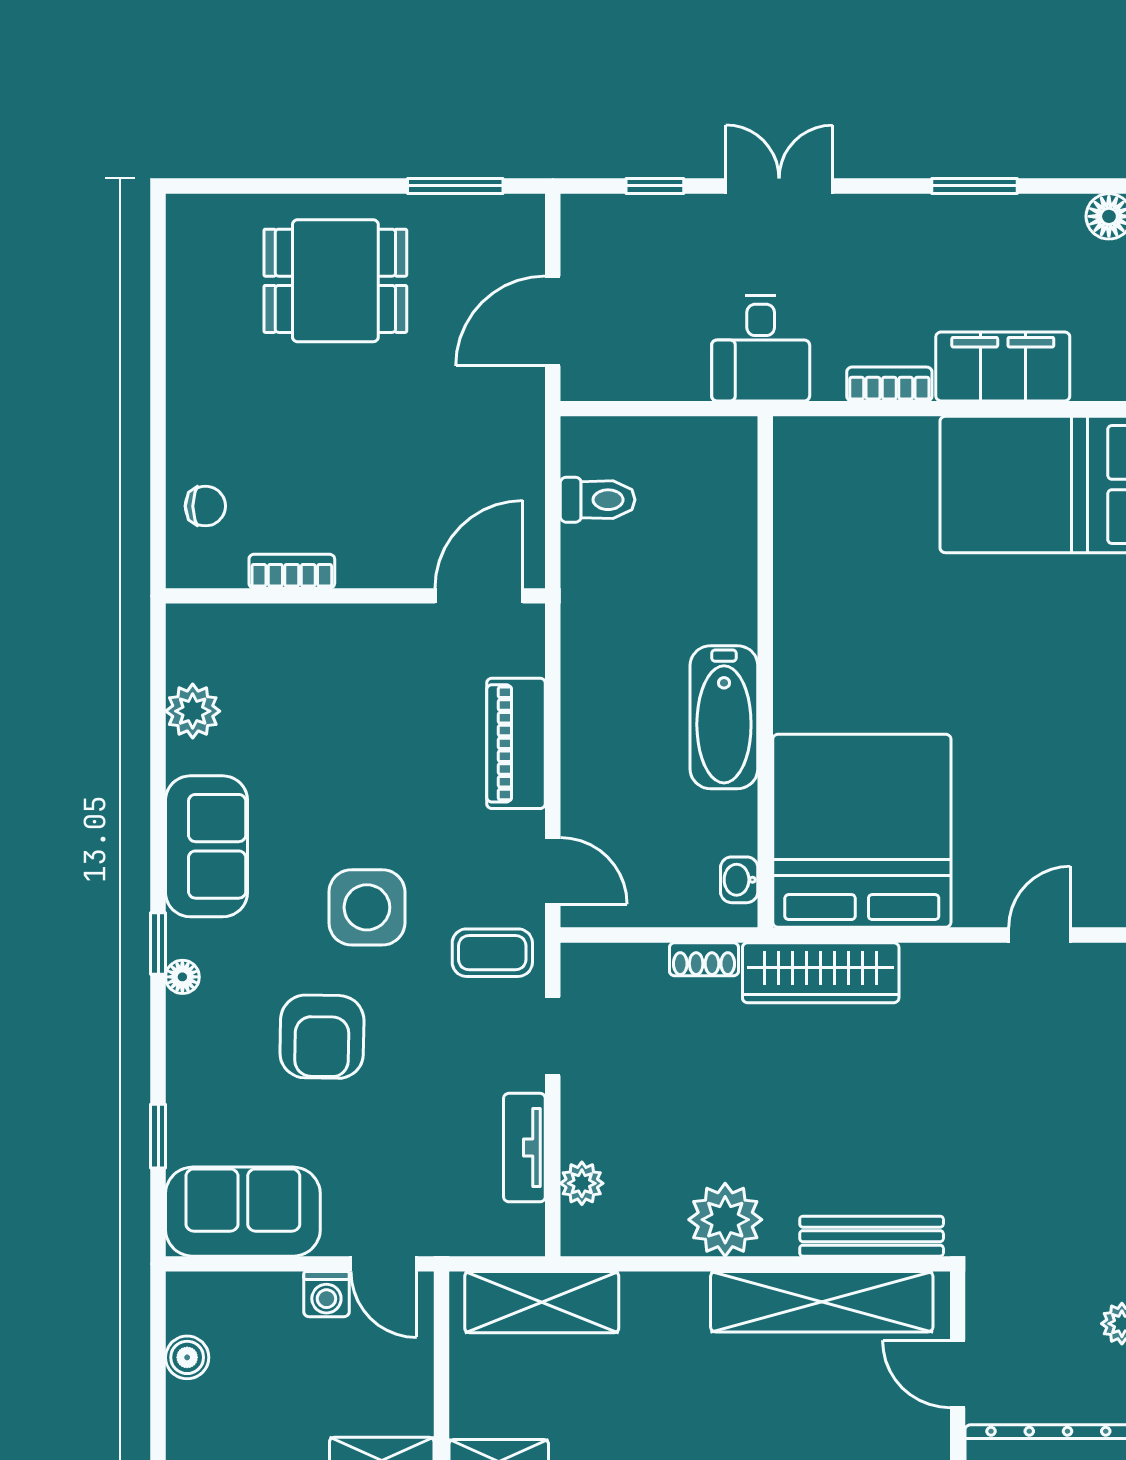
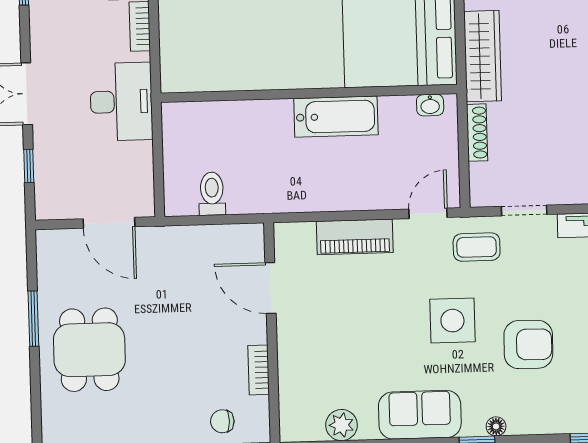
window: (455, 186) -> (33, 319), moved
desk: (761, 348) -> (121, 102), width x1.37
chair: (205, 506) -> (222, 421), turned -90
door: (479, 596) -> (271, 288), moved
coffee table: (492, 953) -> (477, 247), turned 90
shoe rack: (704, 959) -> (477, 133), width x1.43

